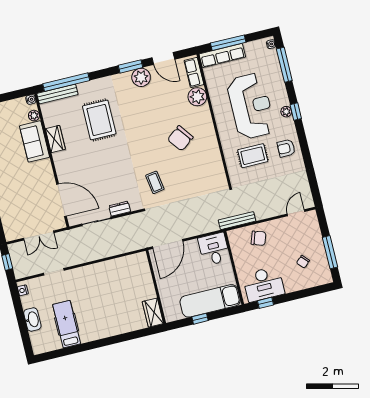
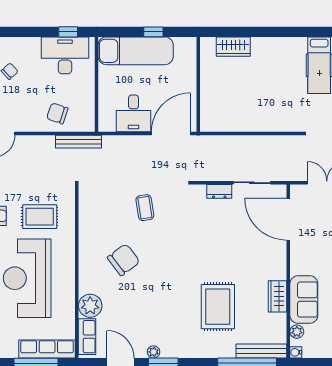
plant: (141, 77) -> (154, 352), width x0.53, depth x0.53
coffee table: (155, 182) -> (145, 208), moved
desk: (214, 249) -> (134, 113), moved
wardrobe: (153, 313) -> (233, 47), moved, turned 90

